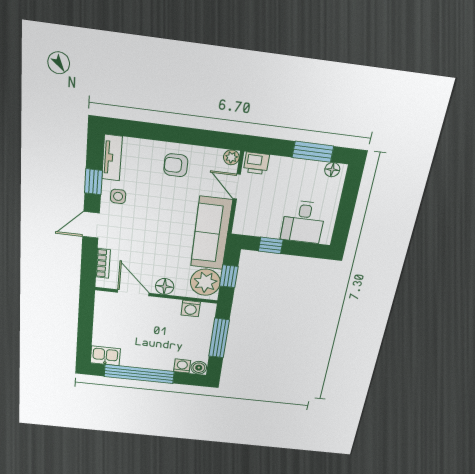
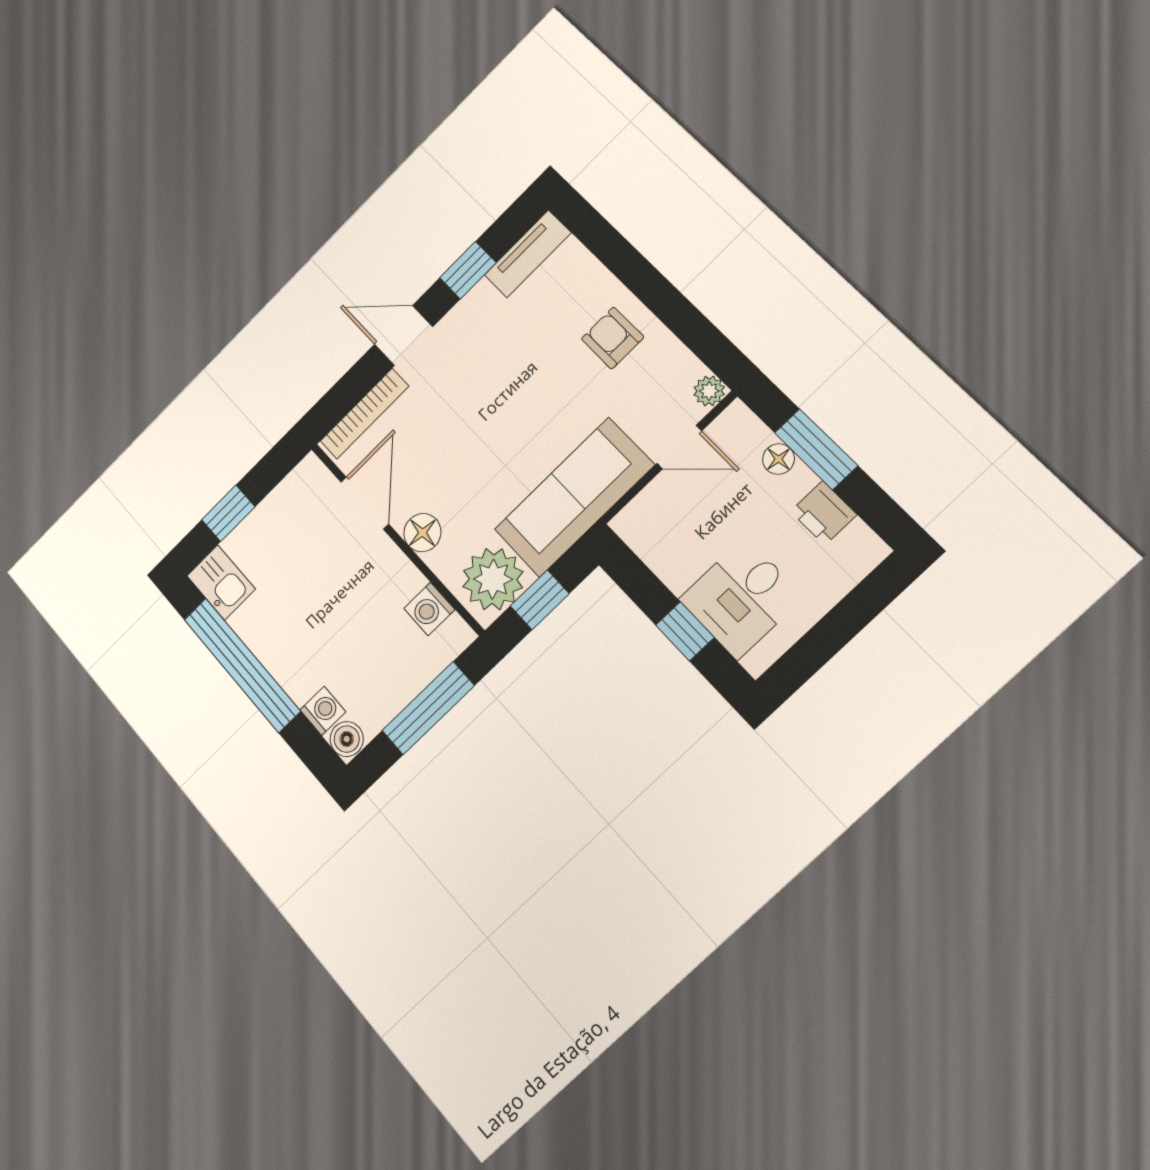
window: (313, 152) -> (816, 449), moved
printer: (256, 163) -> (824, 513), moved
floor lamp: (332, 170) -> (779, 459), moved
door: (237, 187) -> (679, 447), swing flipped
side table: (118, 196) -> (484, 321), removed
window: (271, 245) -> (685, 631), moved
bookcase: (103, 263) -> (364, 414), width x1.56
window: (85, 333) -> (228, 513), added

